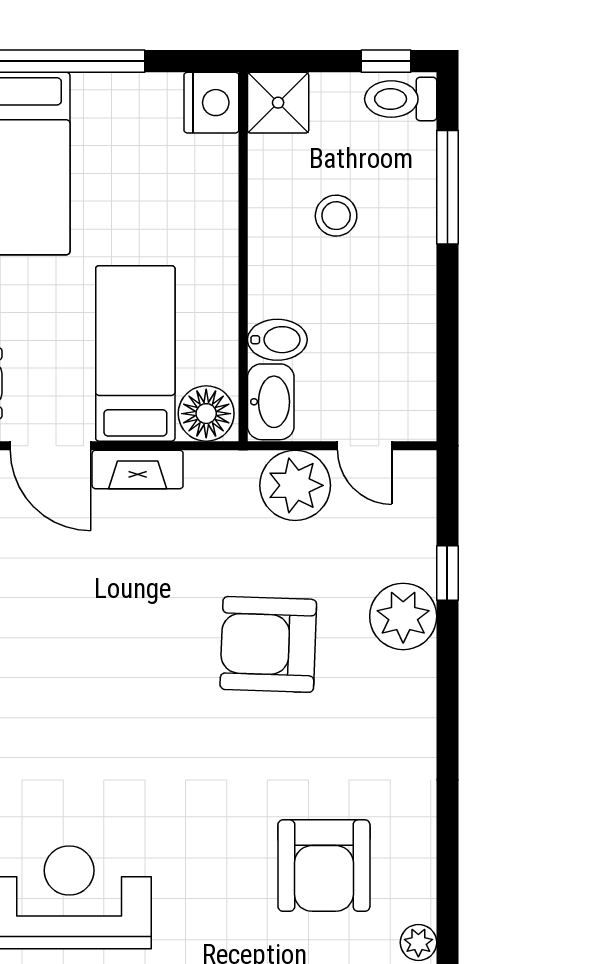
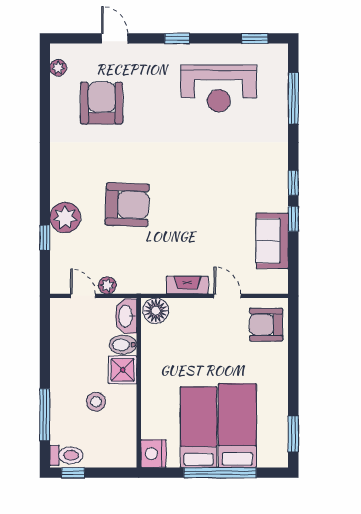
shower: (278, 103) -> (123, 370), moved
bed: (135, 353) -> (199, 427), moved, turned 180
door: (50, 446) -> (227, 296), width x0.73
plant: (295, 485) -> (107, 285), width x0.53, depth x0.53

